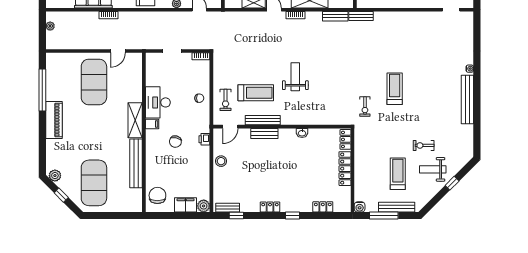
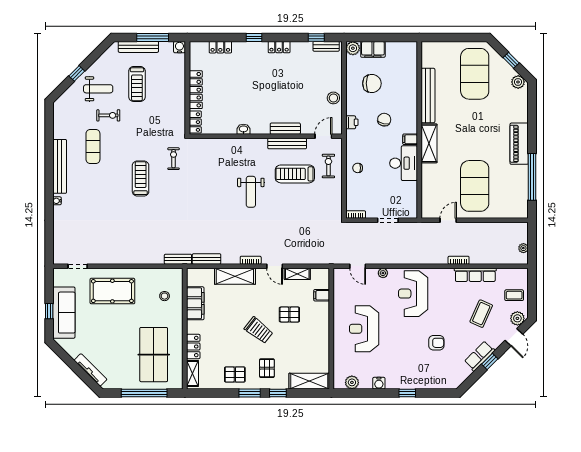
treadmill: (395, 89) -> (141, 178), turned 180
exercise mat: (437, 117) -> (93, 146), added
chair: (157, 195) -> (372, 83), moved, turned -90

